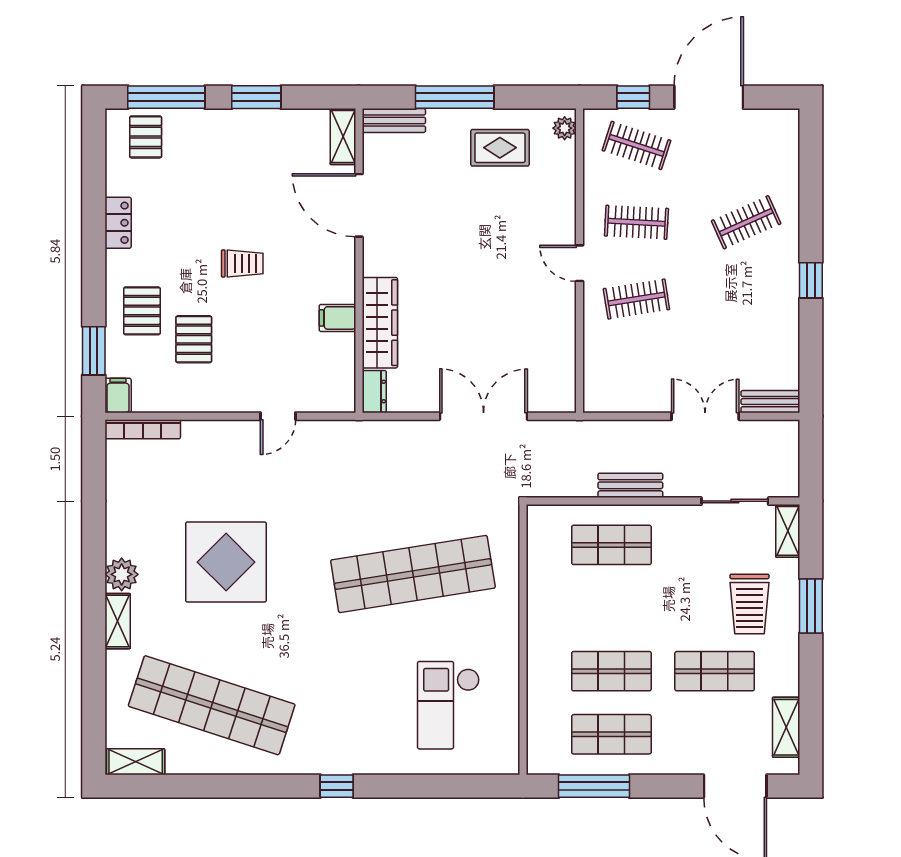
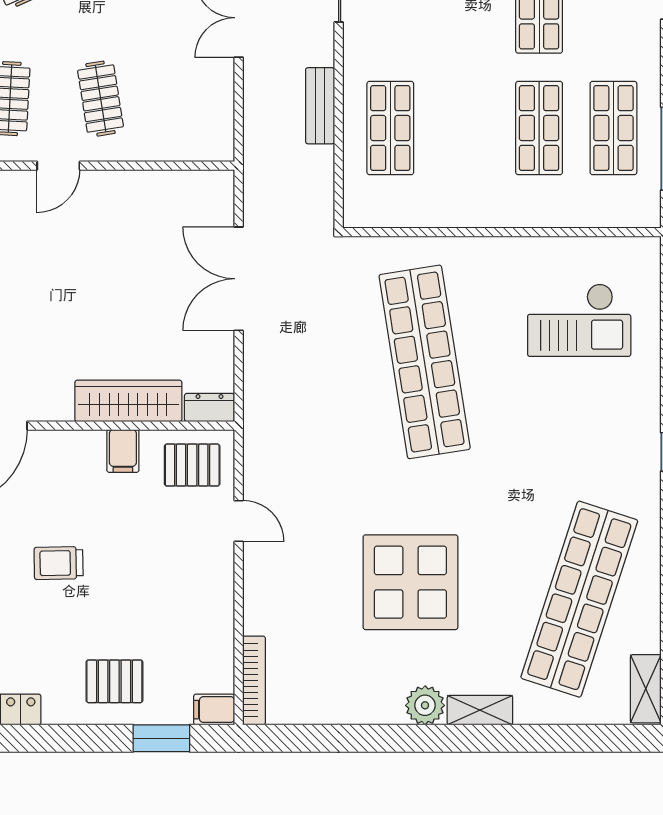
trolley: (242, 263) -> (59, 563), turned -91
pallet: (194, 339) -> (192, 465), moved

